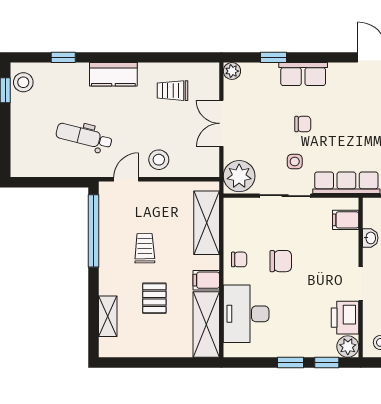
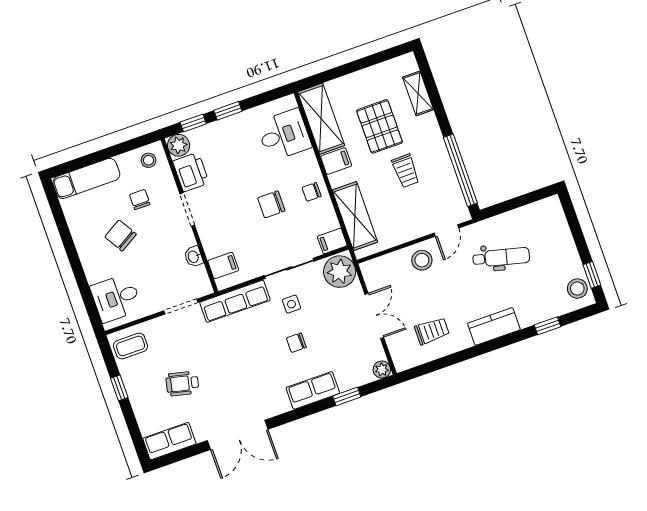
filing cabinet: (236, 207) -> (332, 241), added
pallet: (154, 298) -> (380, 126), width x1.50, depth x1.42
desk: (246, 314) -> (284, 135), width x0.73

